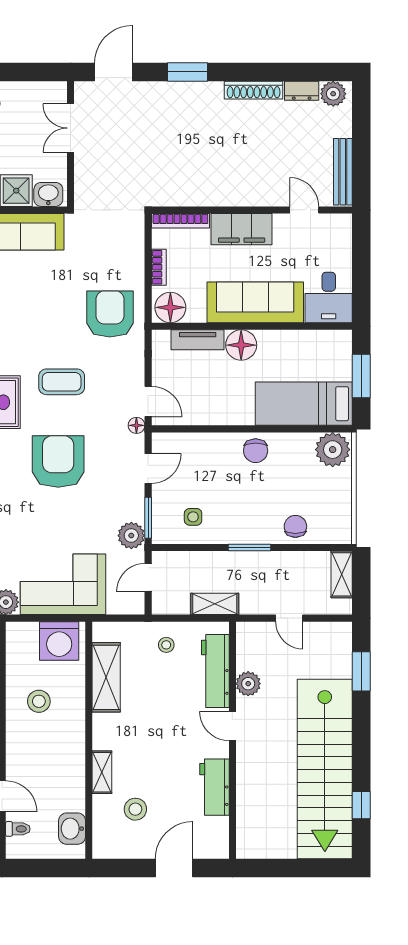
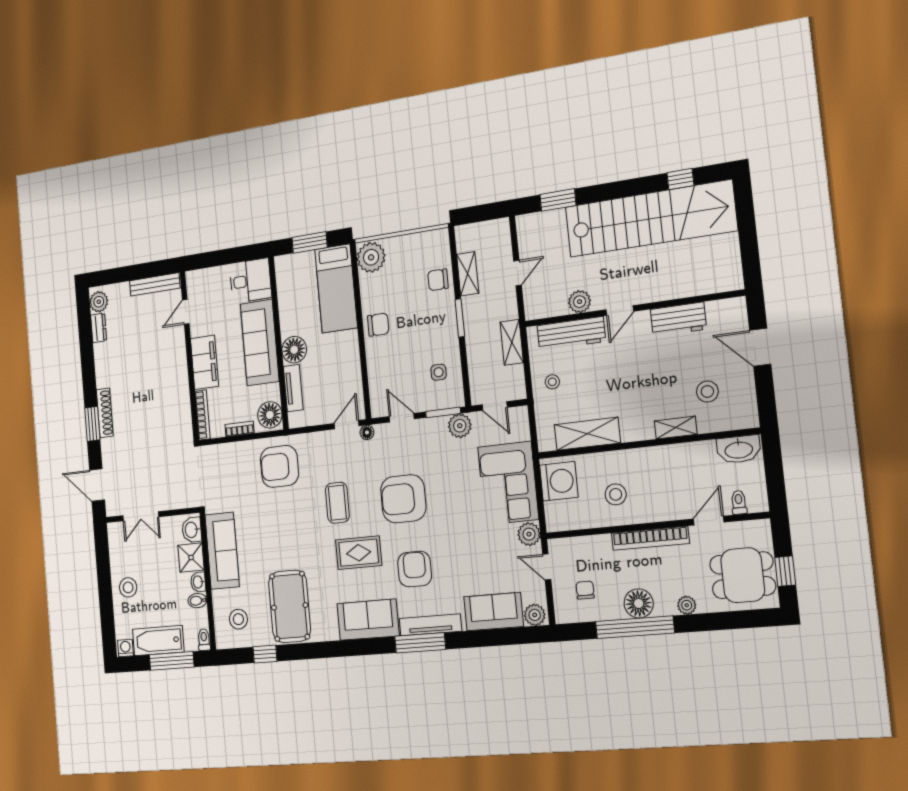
shoe rack: (254, 90) -> (105, 413), moved
shelving: (342, 574) -> (468, 274), moved, turned 90
washbasin: (72, 829) -> (739, 449), width x1.38

